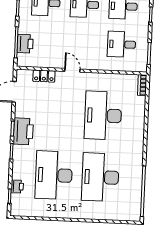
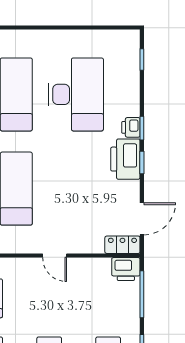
printer: (25, 44) -> (126, 269), moved, turned -90
locker: (44, 76) -> (122, 245), moved
printer: (17, 187) -> (131, 127), moved

